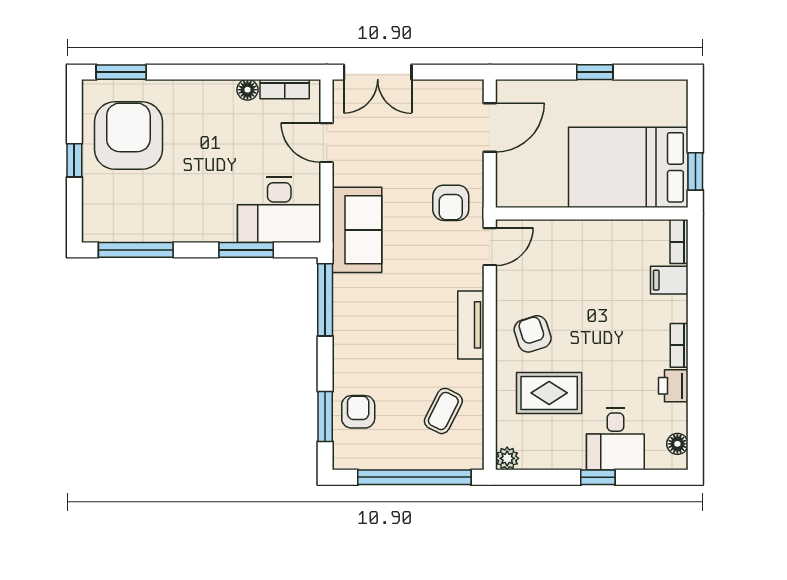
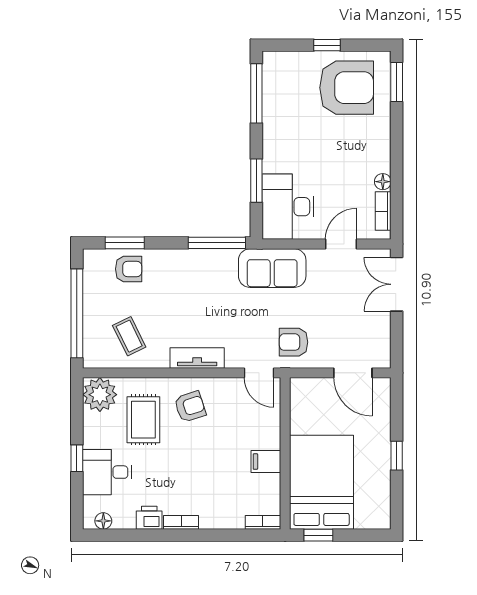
filing cabinet: (669, 280) -> (266, 462), moved, turned -90
coffee table: (443, 411) -> (129, 336), turned 37
plant: (507, 458) -> (100, 395), width x1.87, depth x1.87

